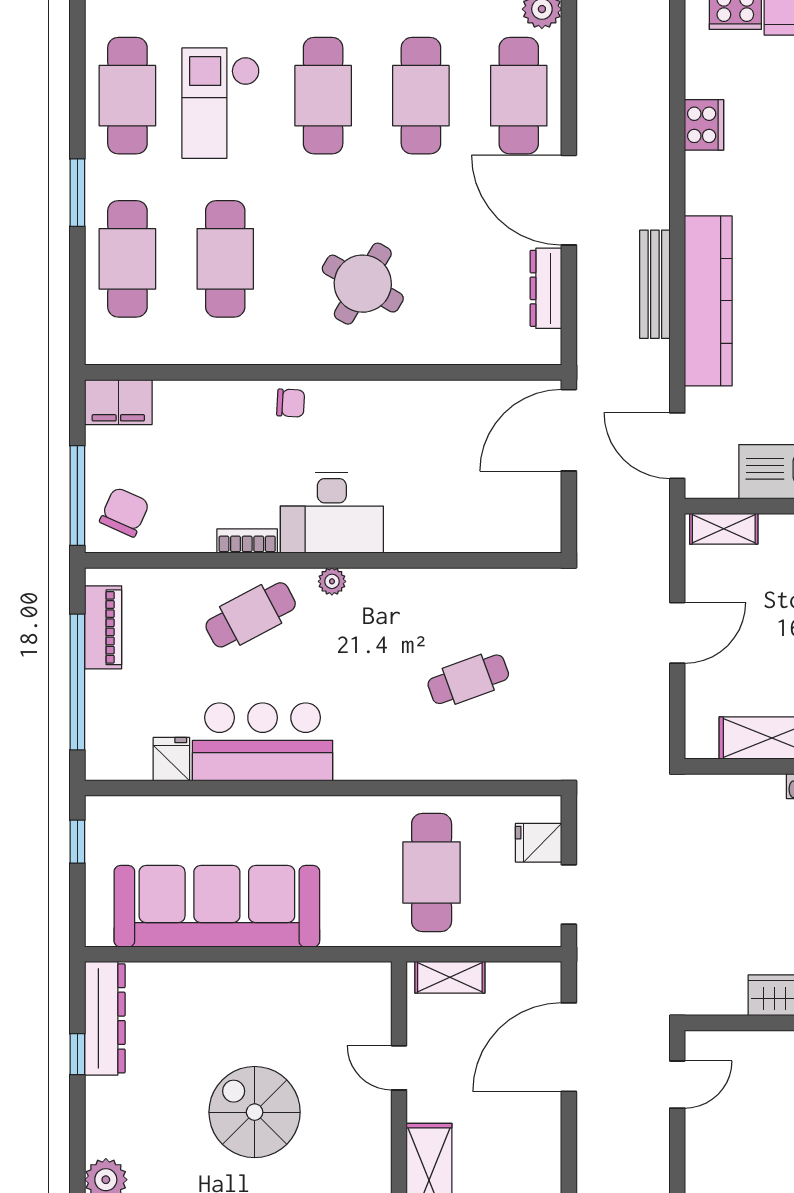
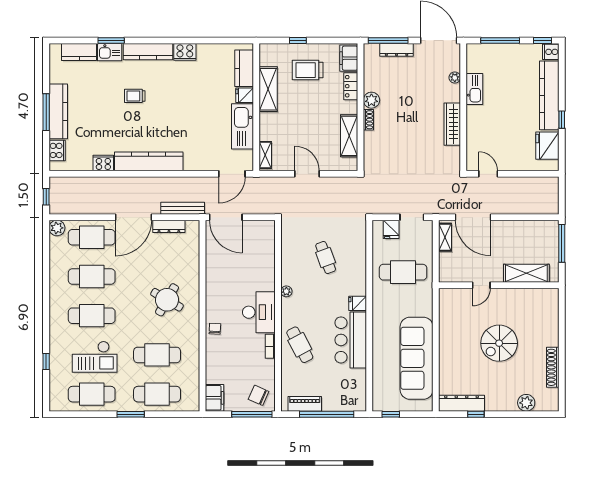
bench: (655, 284) -> (183, 208), moved
kitchen counter: (708, 301) -> (149, 161), moved
plant: (332, 581) -> (286, 291), moved
fridge: (171, 759) -> (358, 303), moved
shelving: (450, 977) -> (445, 237), moved

